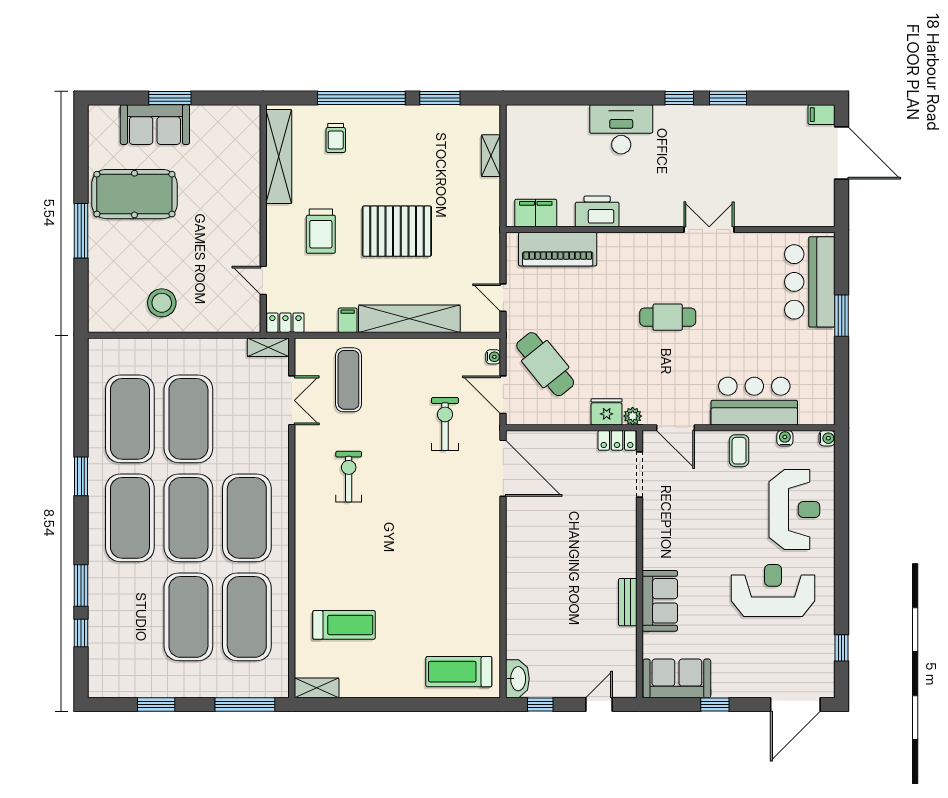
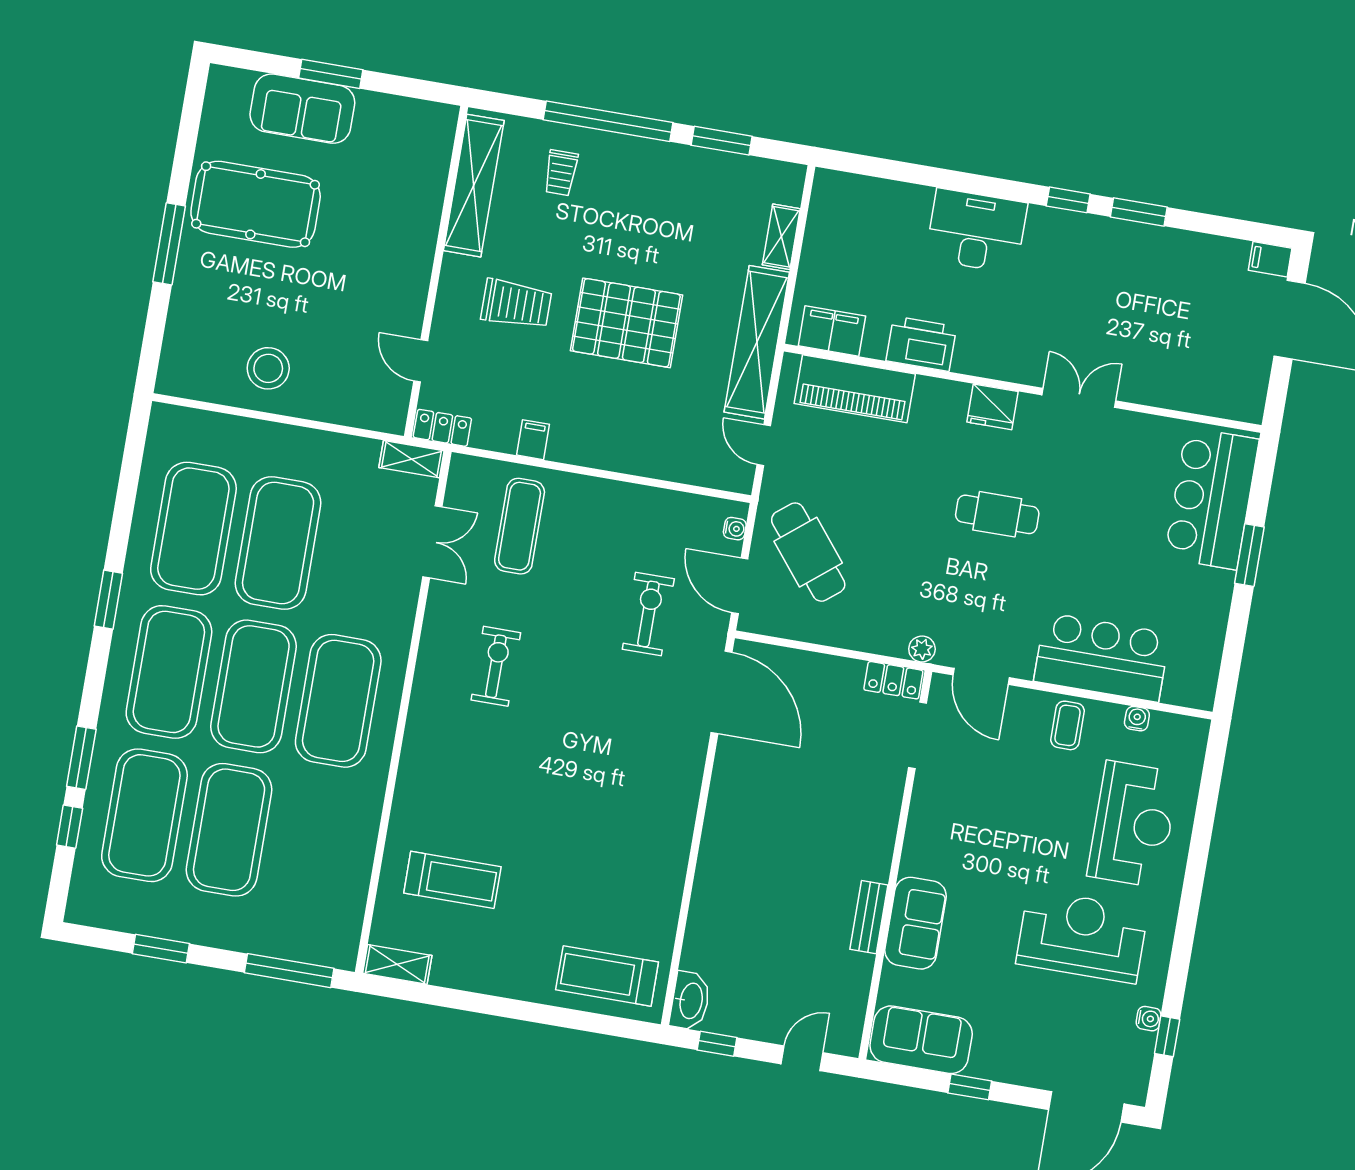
trolley: (321, 231) -> (516, 304), turned -90
shelving: (409, 319) -> (757, 342), moved, turned 90
fridge: (607, 412) -> (992, 407), moved, turned 180
water cooler: (827, 438) -> (1149, 1019), moved
exercise mat: (247, 617) -> (144, 815), moved

